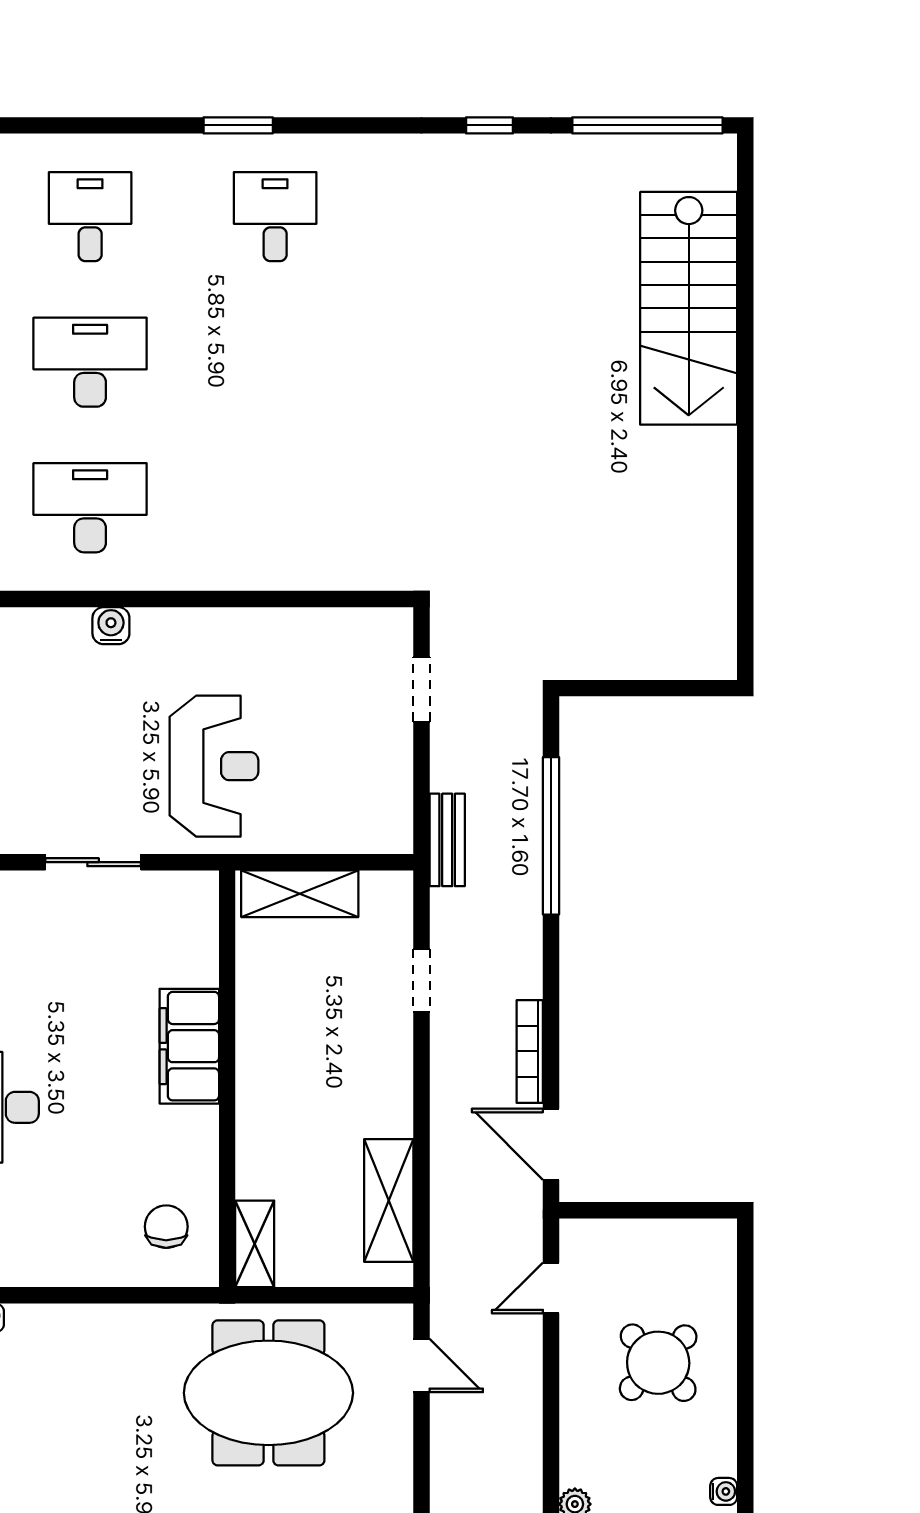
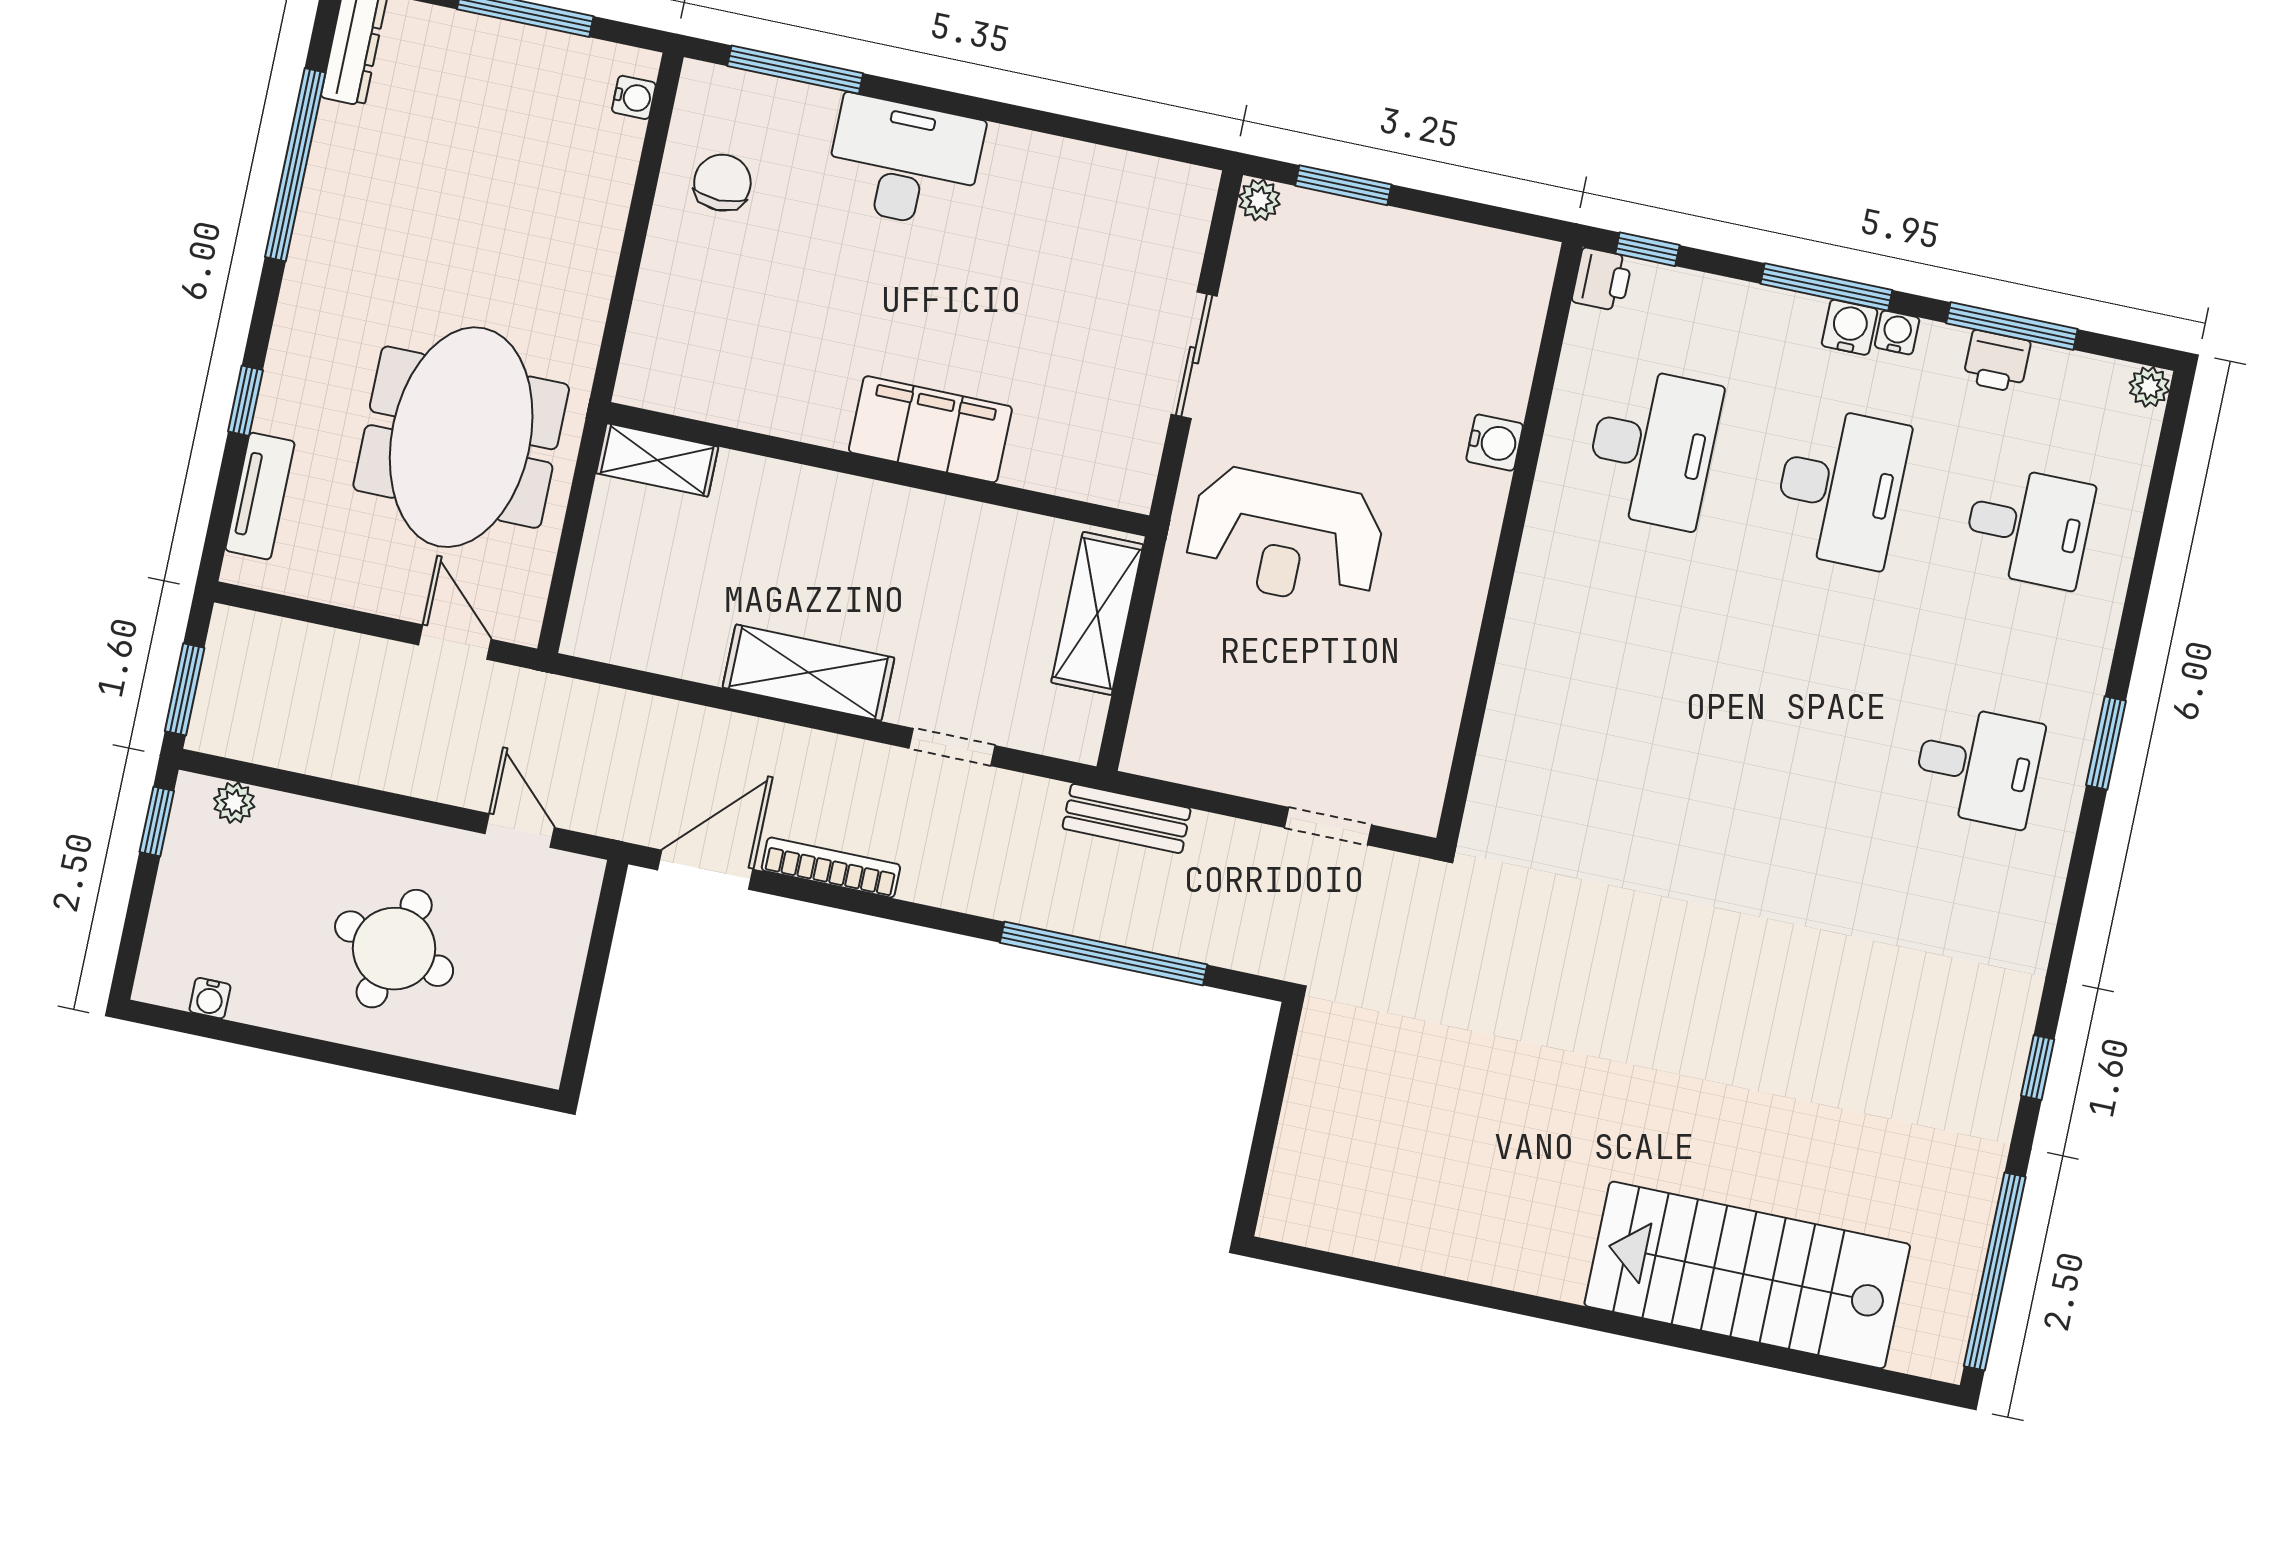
shelving: (389, 1200) -> (809, 673), moved
chair: (166, 1227) -> (722, 183), moved, turned -90
round table: (658, 1363) -> (394, 949), turned -31
door: (421, 1365) -> (455, 642), swing flipped

